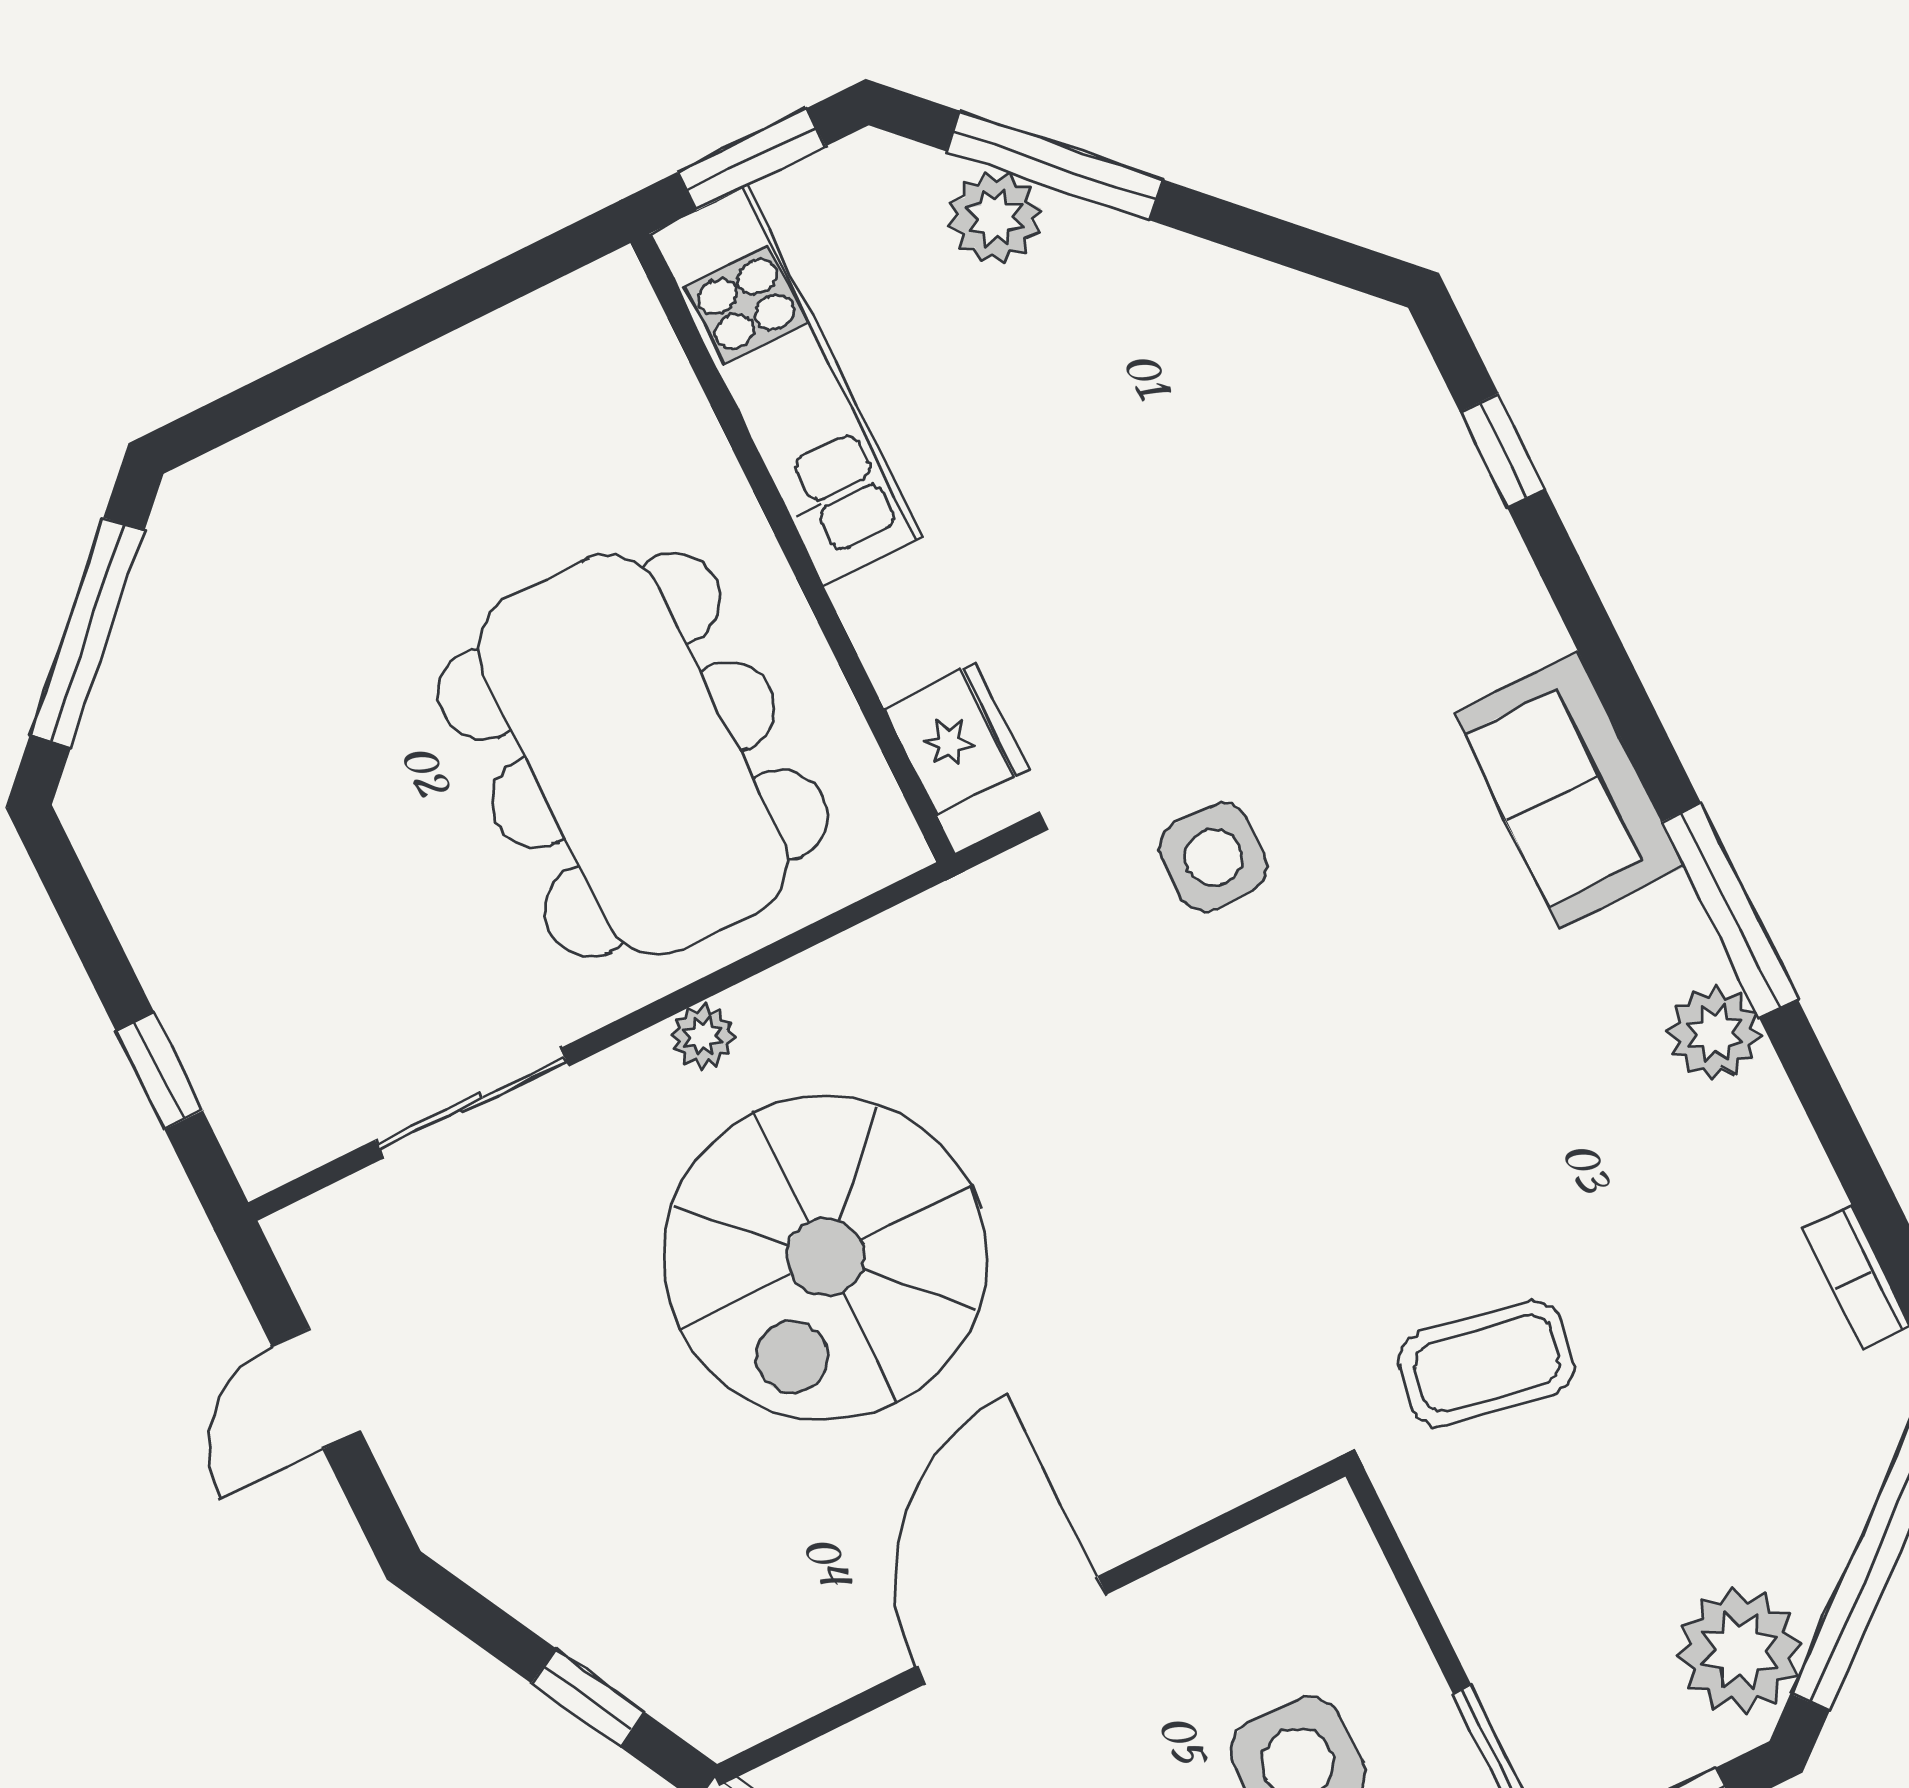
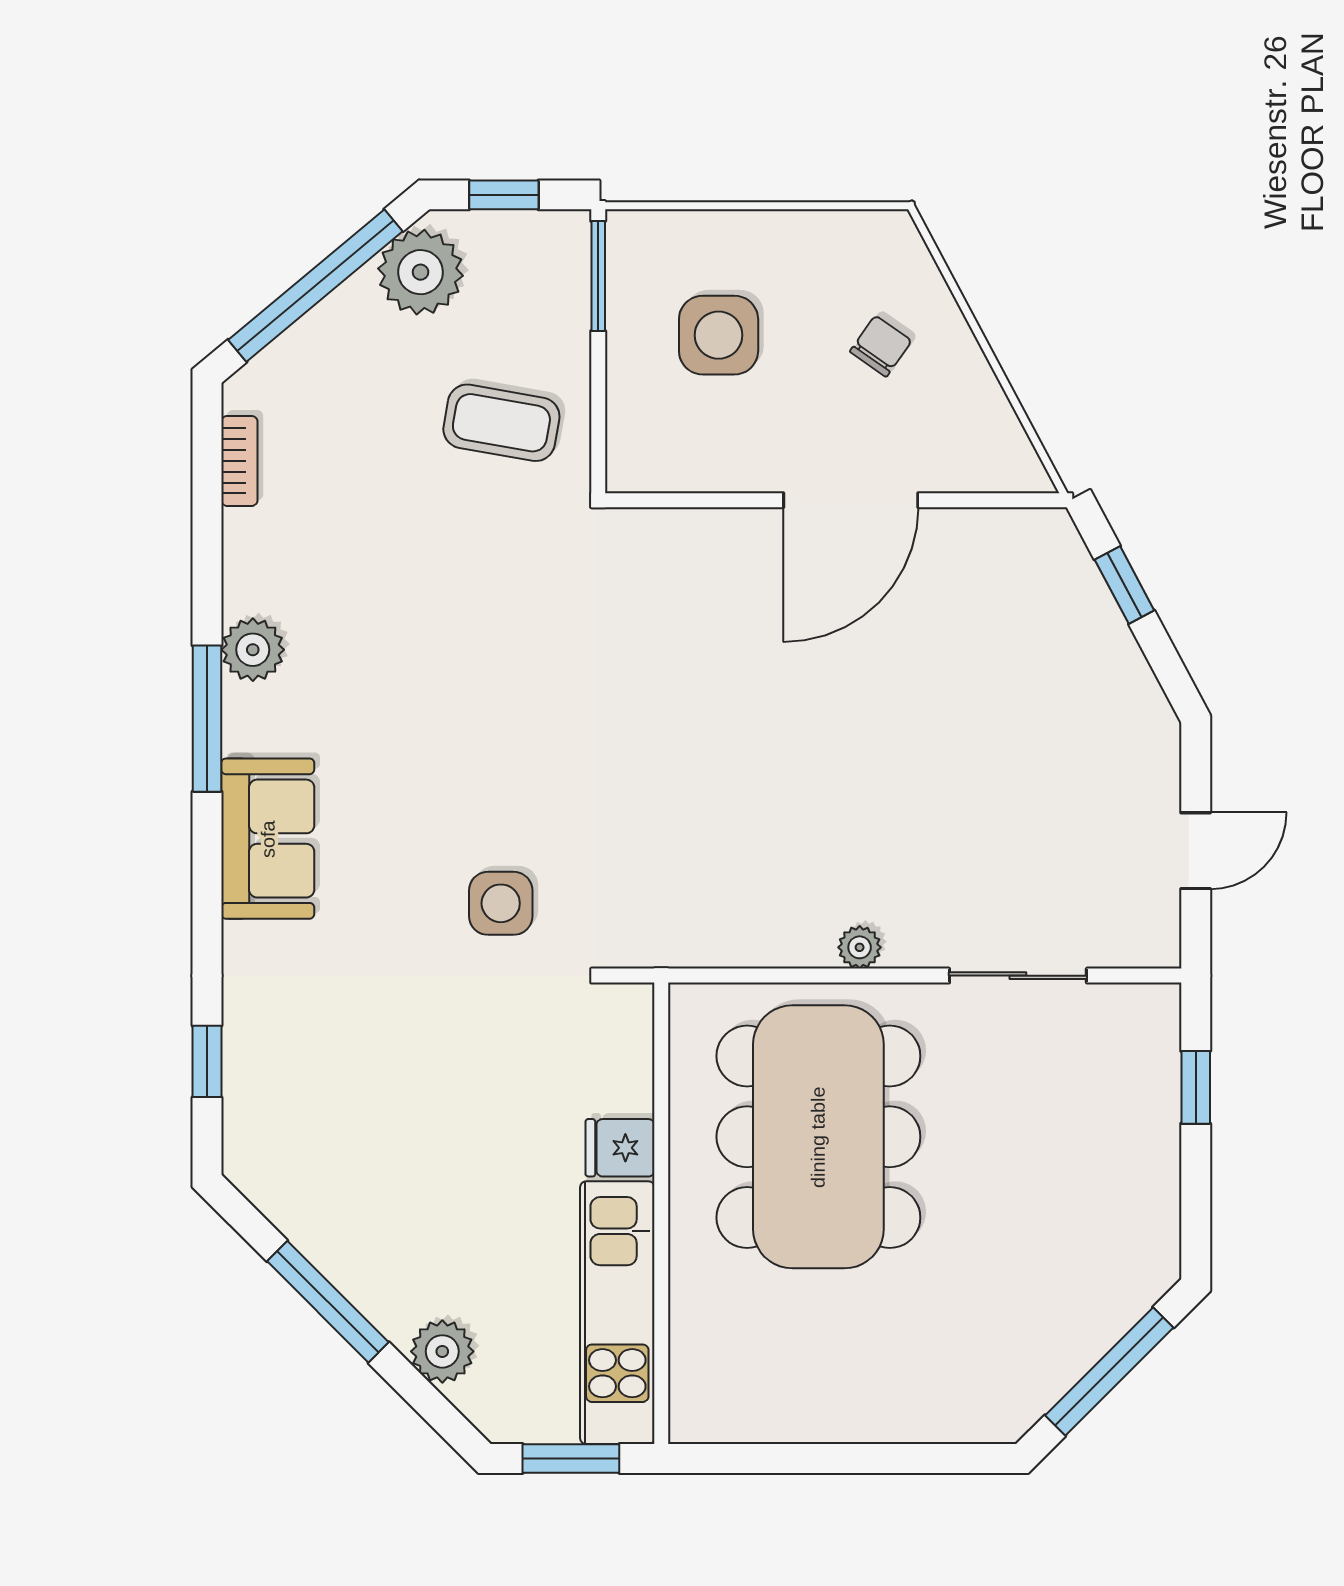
window: (1054, 165) -> (328, 1302), moved
fridge: (956, 739) -> (620, 1148), moved, width x0.72
spiral stairs: (825, 1257) -> (852, 779), removed
coffee table: (1487, 1363) -> (501, 423), moved

